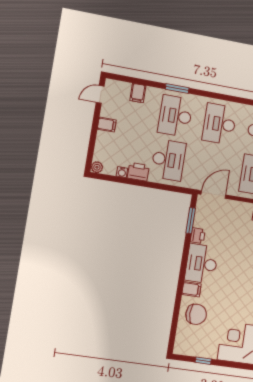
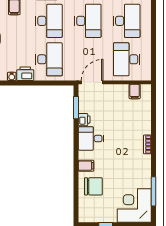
desk: (175, 116) -> (49, 21), turned 180
desk: (220, 124) -> (88, 21), turned 180
desk: (202, 264) -> (91, 139), width x0.73

